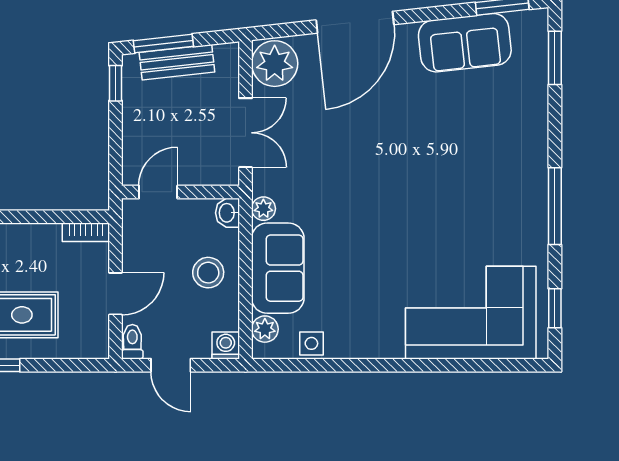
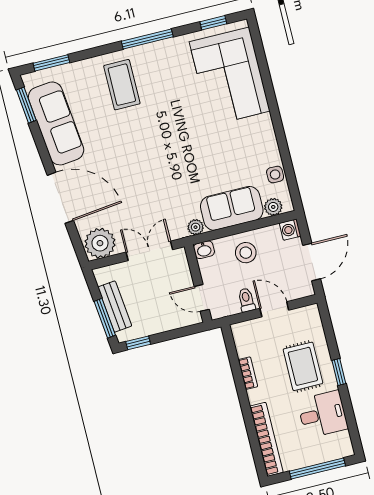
sofa: (465, 43) -> (56, 123), width x1.36
coffee table: (498, 153) -> (122, 85), added
bookcase: (86, 232) -> (248, 373), moved
toilet: (132, 342) -> (246, 300), moved, turned 90
door: (171, 365) -> (312, 262), width x1.38

